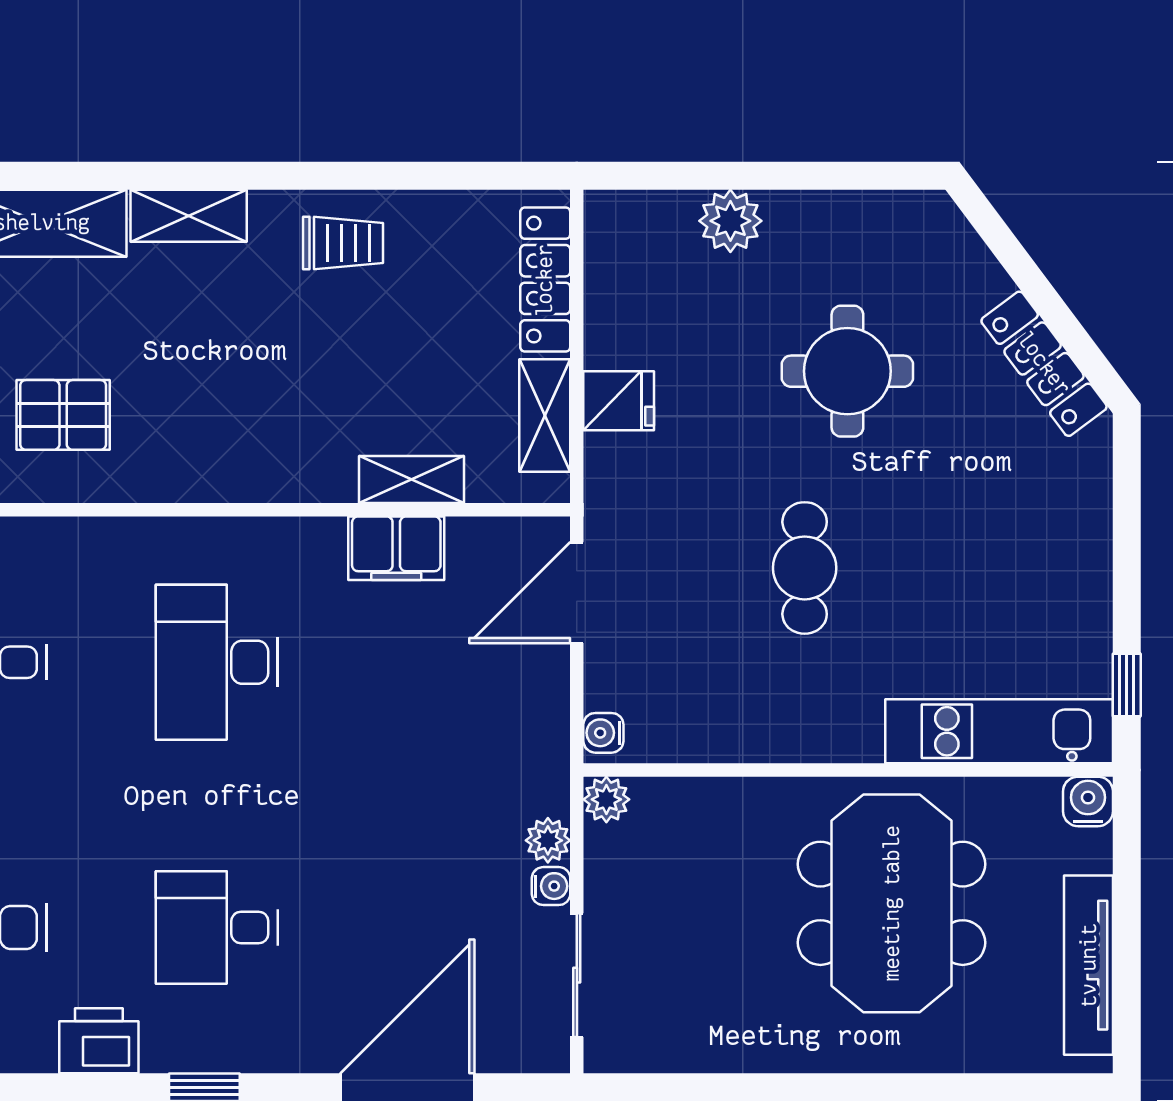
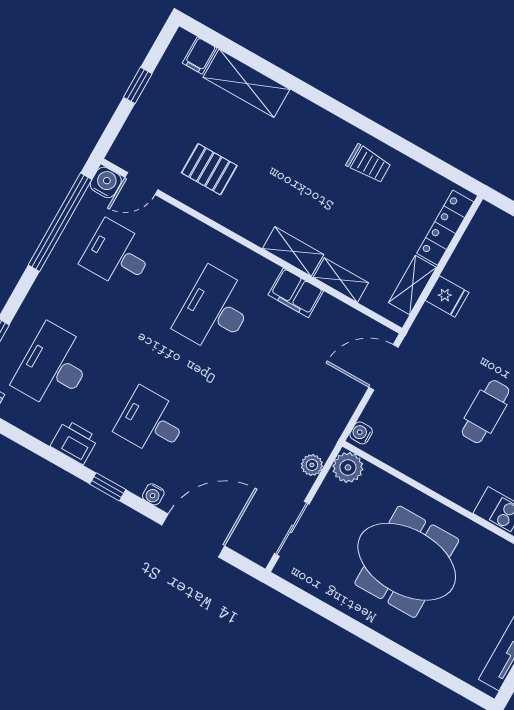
shelving: (189, 216) -> (293, 251), moved
filing cabinet: (396, 548) -> (296, 293), moved
plant: (606, 799) -> (348, 467), width x1.38, depth x1.38
water cooler: (551, 886) -> (153, 494), moved, turned 90
meeting table: (892, 903) -> (407, 562), moved, turned 90

